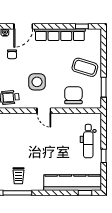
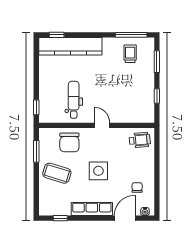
row of seats: (60, 35) -> (92, 209), width x0.73
side table: (37, 82) -> (98, 171), moved
dental chair: (88, 141) -> (74, 100), moved
window: (104, 156) -> (36, 107), moved

